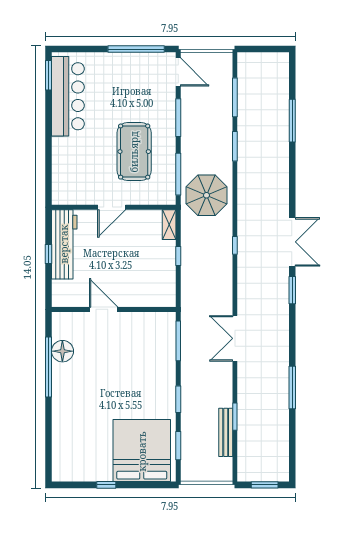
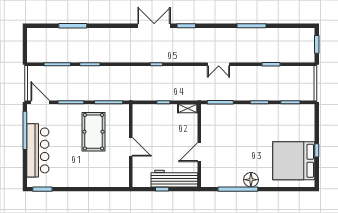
door: (178, 72) -> (40, 102), hinge flipped
bar counter: (68, 96) -> (38, 150), moved, turned 90
pool table: (134, 152) -> (93, 132), turned 90
parasol: (206, 195) -> (123, 83), removed
shelving: (169, 225) -> (188, 108), moved
workbench: (64, 244) -> (174, 179), moved
double door: (235, 338) -> (219, 64), width x0.73
floor lamp: (62, 351) -> (251, 180), moved
bench: (226, 432) -> (281, 70), removed
bed: (142, 451) -> (294, 161), moved

